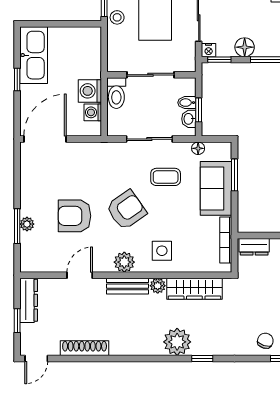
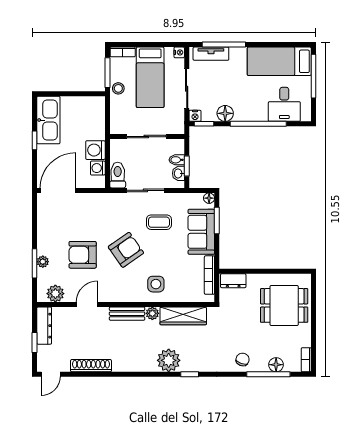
toilet: (116, 93) -> (118, 175), moved, turned 180
floor lamp: (198, 148) -> (209, 198), moved
plant: (124, 262) -> (55, 294), moved

